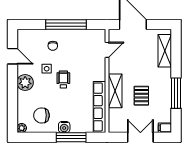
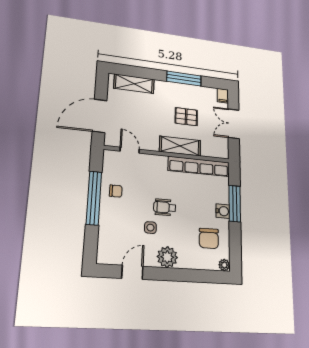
chair: (53, 46) -> (116, 191), moved

